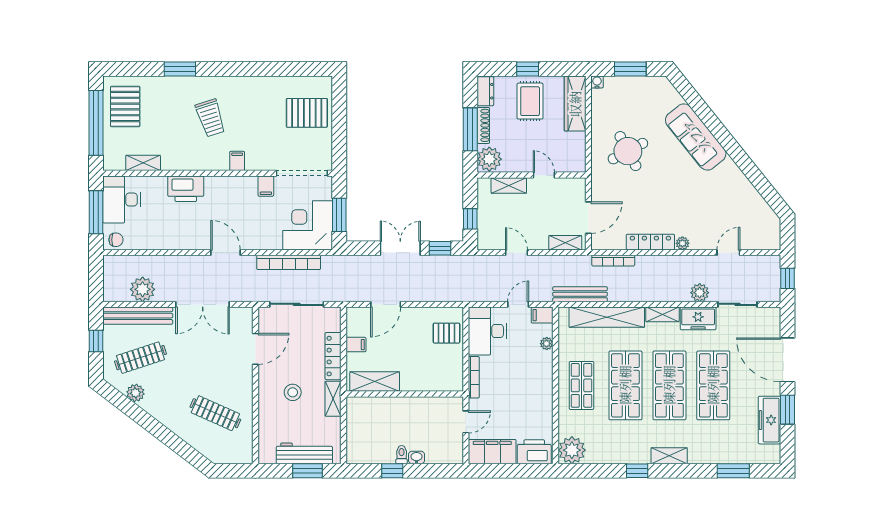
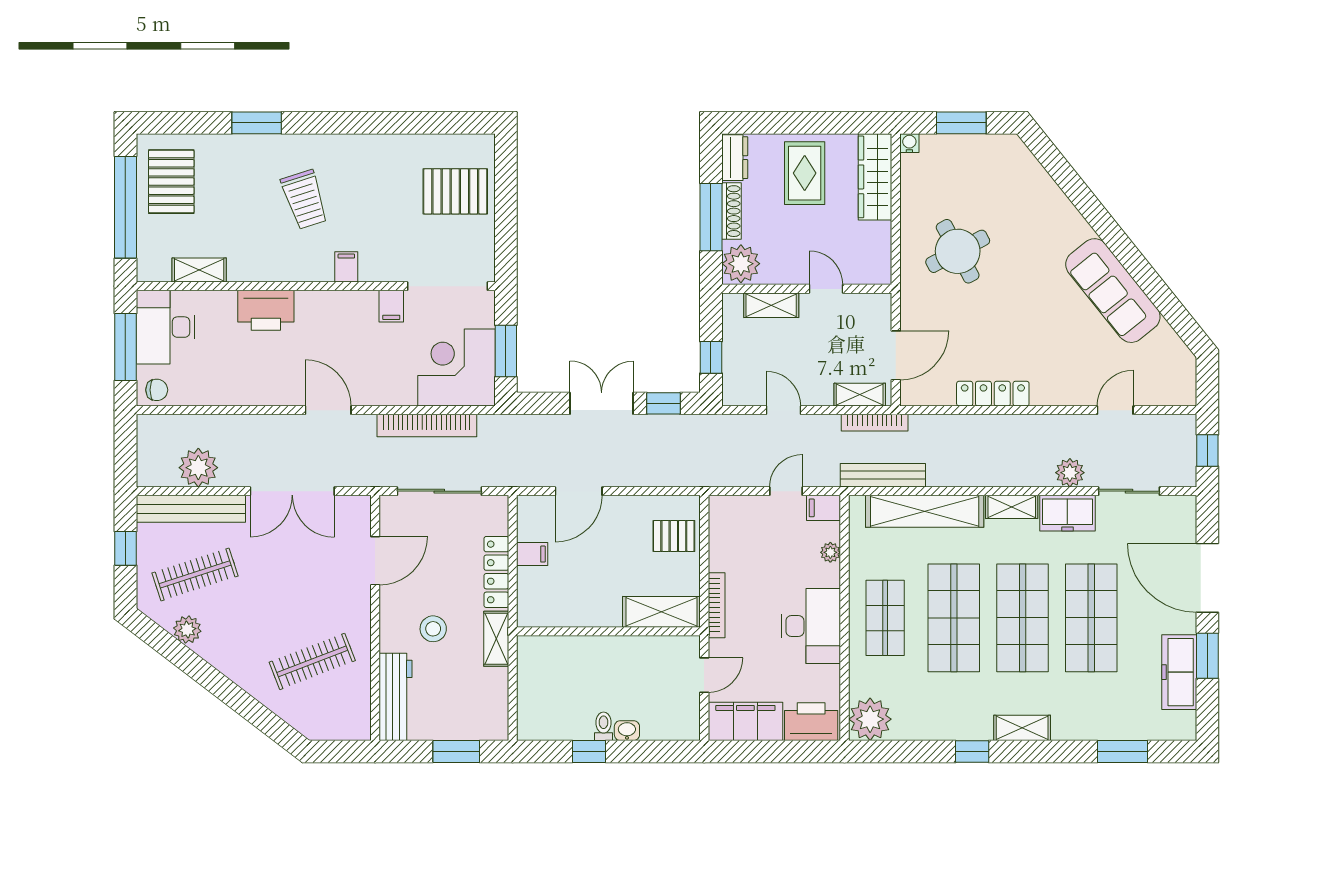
window: (528, 69) -> (801, 123), removed
sofa: (696, 137) -> (1113, 291), moved
plant: (682, 243) -> (1043, 396), removed
bookcase: (613, 261) -> (875, 423), moved
desk: (487, 331) -> (811, 626), moved, turned 180
shelving: (375, 382) -> (661, 612), moved
clothes rail: (215, 413) -> (312, 661), turned -45
workbench: (304, 453) -> (396, 697), moved, turned 90

